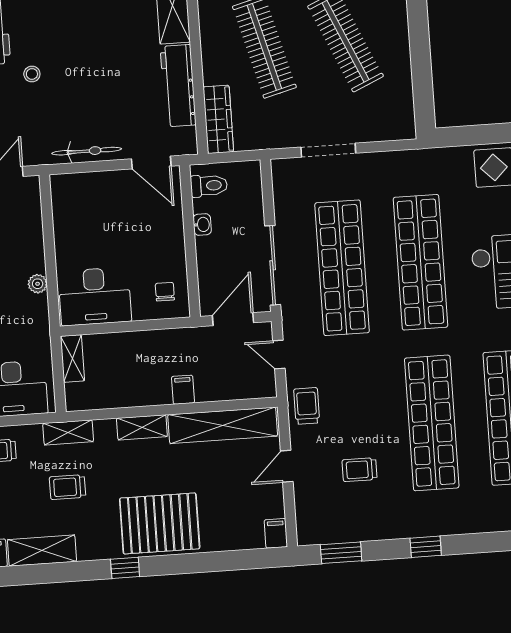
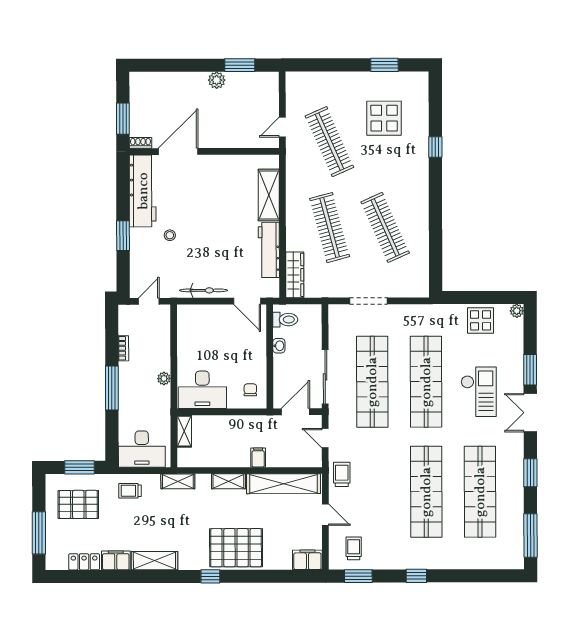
door: (287, 466) -> (325, 515), swing flipped
trolley: (360, 470) -> (354, 548), moved, turned 90
trolley: (68, 487) -> (175, 519), removed
filing cabinet: (276, 533) -> (307, 560), width x2.00

